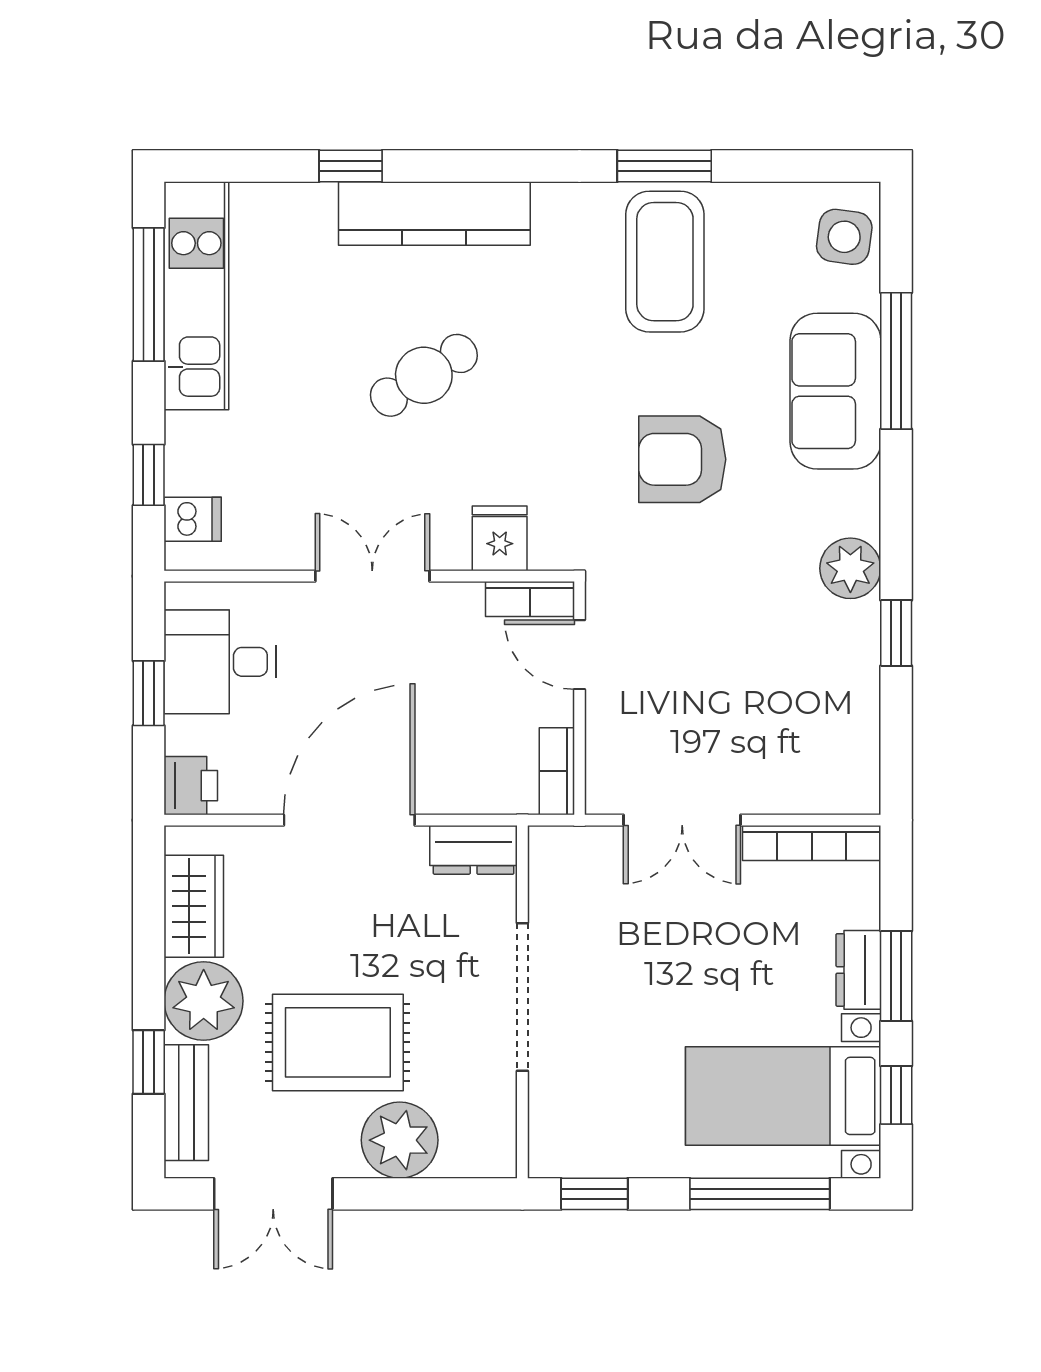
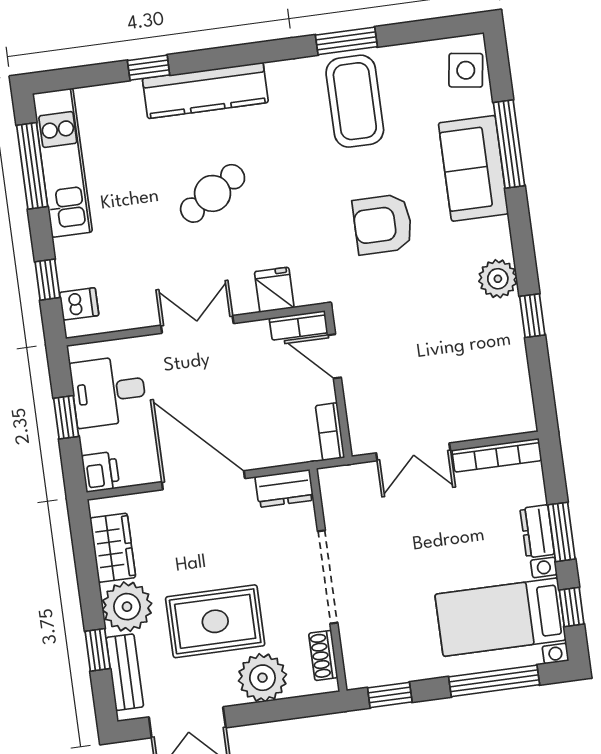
door: (349, 820) -> (203, 480), hinge flipped
shoe rack: (499, 1118) -> (323, 655), added

